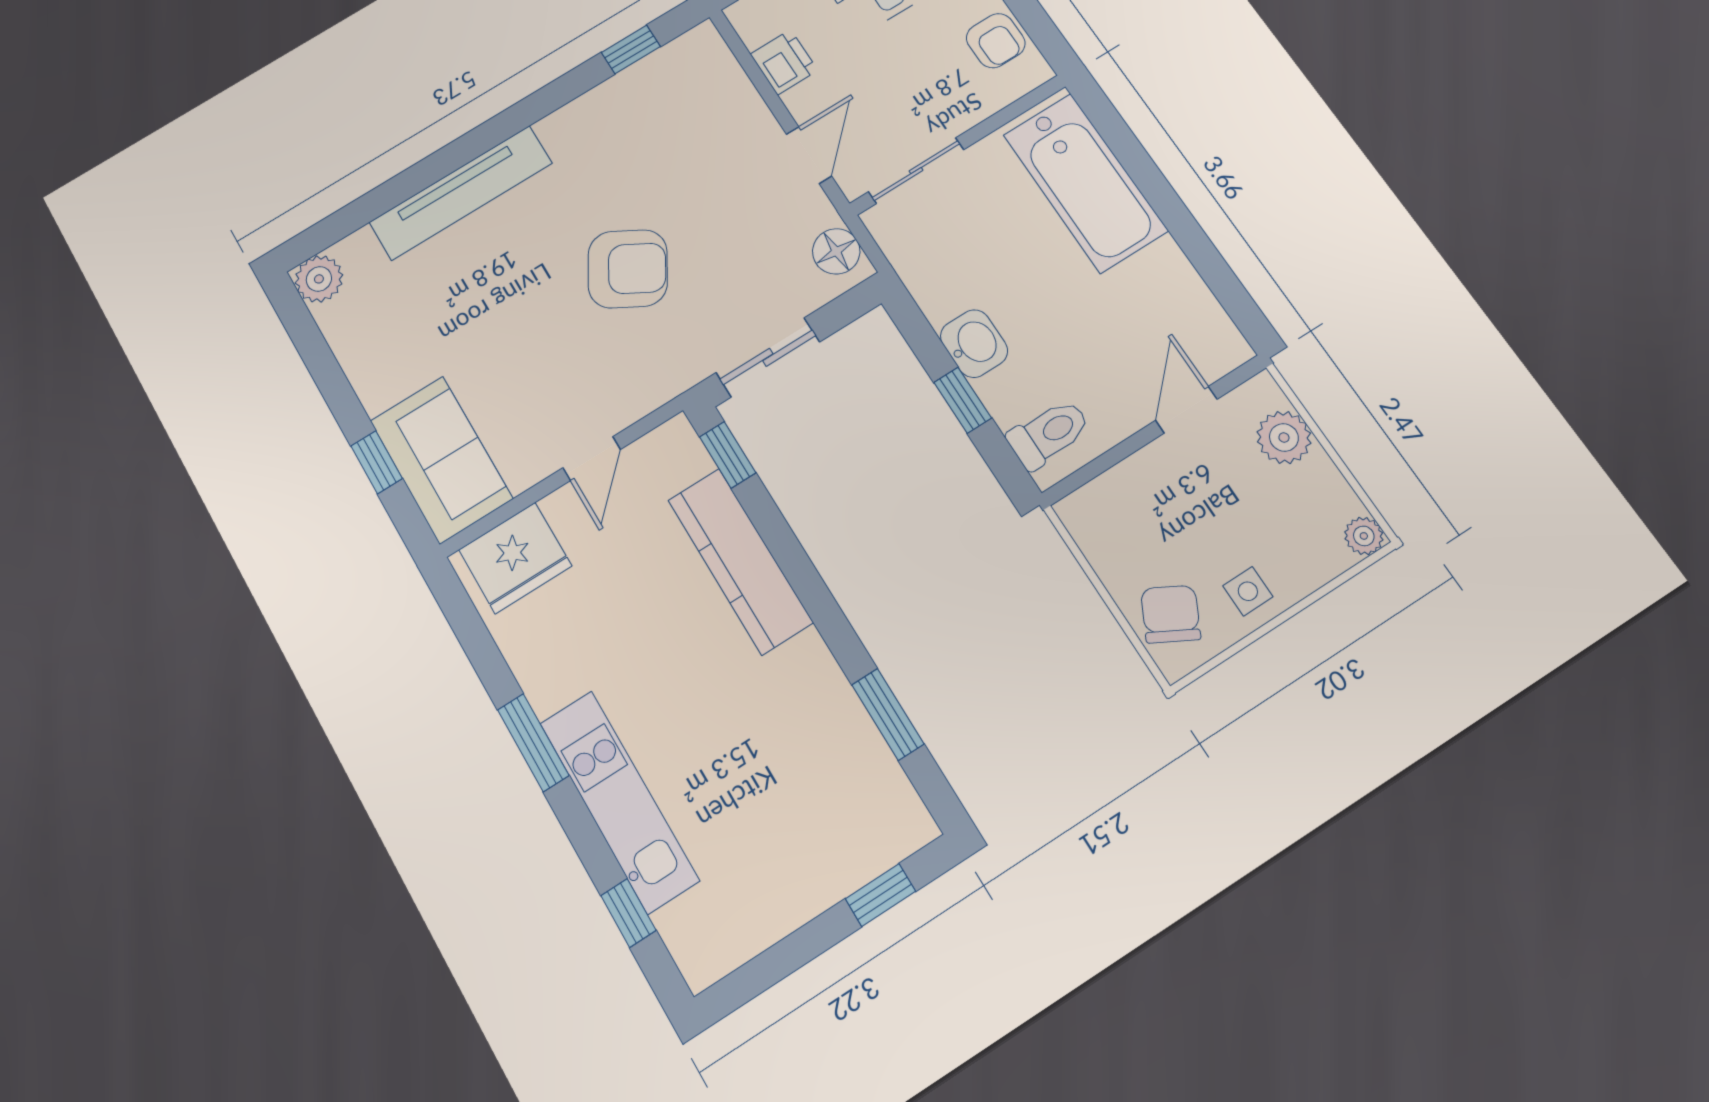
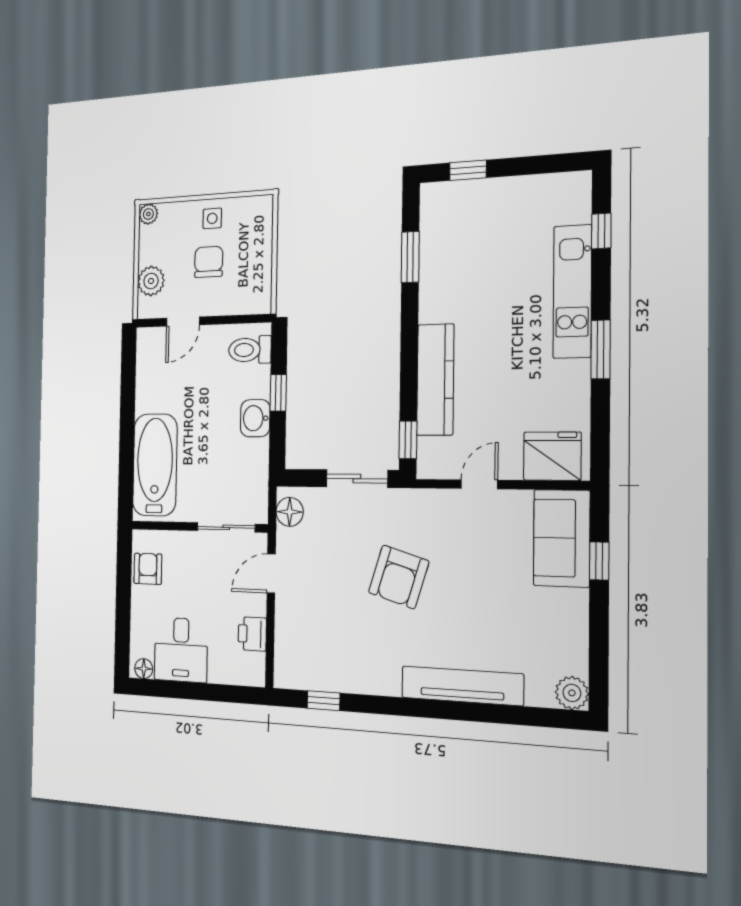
armchair: (628, 269) -> (399, 577), turned -103
chair: (1171, 614) -> (209, 262), moved, turned 152

